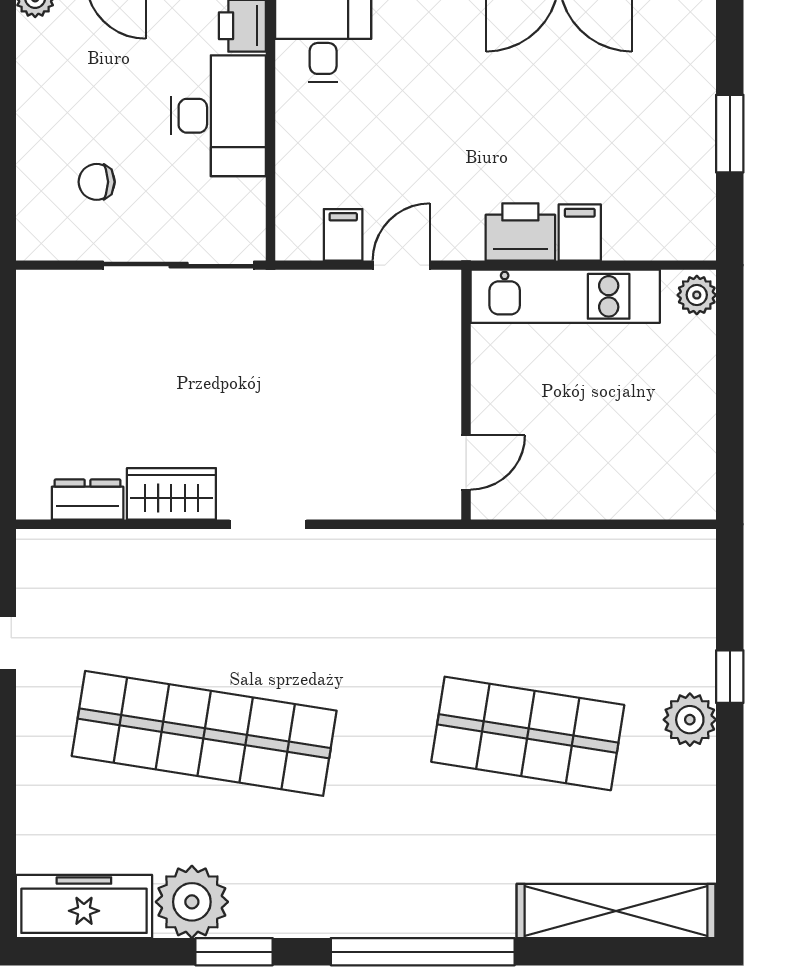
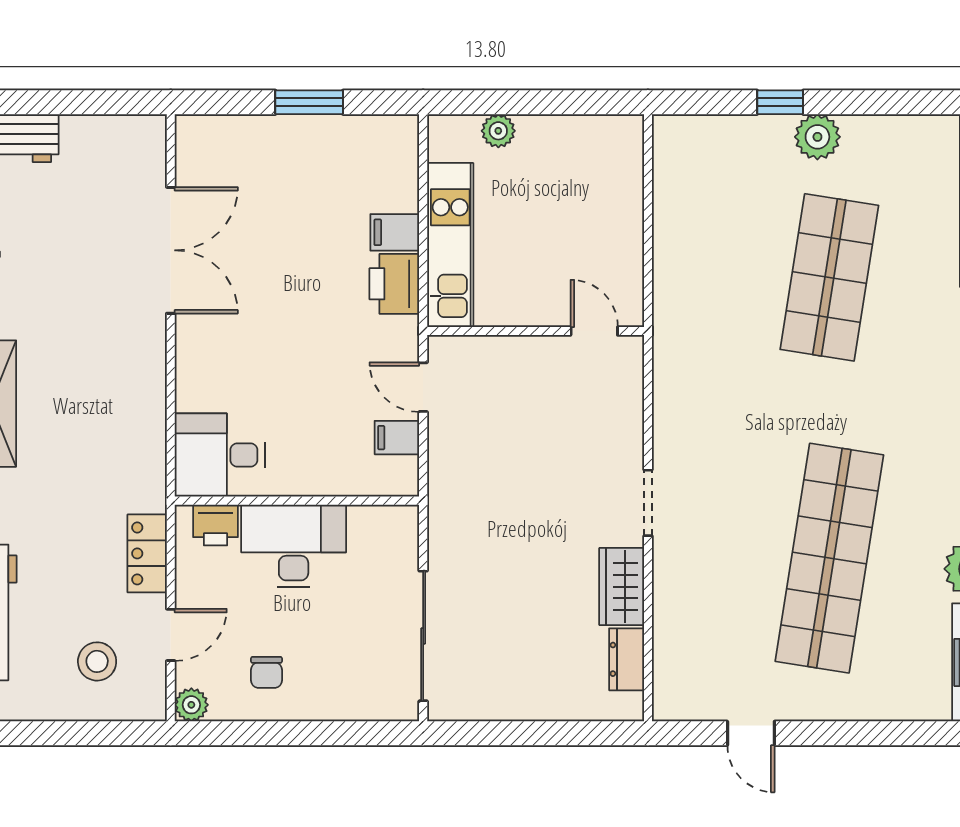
chair: (97, 182) -> (266, 672), moved
sliding door: (179, 265) -> (423, 636), moved
plant: (697, 295) -> (498, 131), moved

